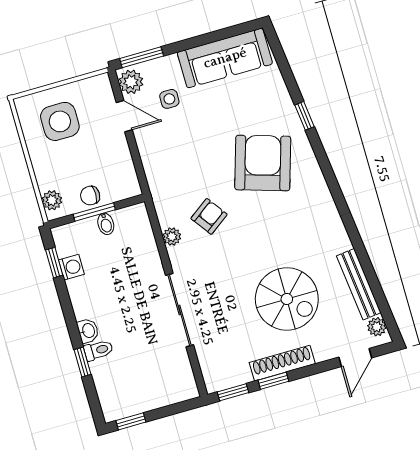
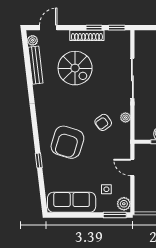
door: (124, 116) -> (132, 168), moved
spiral stairs: (287, 299) -> (75, 68), turned 180

